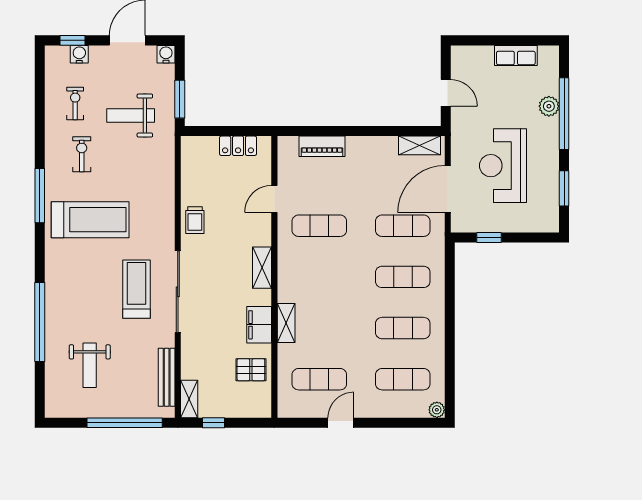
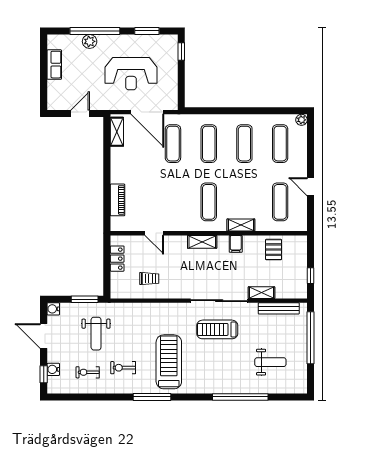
trolley: (195, 220) -> (149, 279), moved
exercise mat: (319, 226) -> (209, 202), moved
window: (489, 237) -> (181, 52), moved
filing cabinet: (259, 325) -> (236, 244), width x0.50
shelving: (189, 399) -> (261, 293), moved

